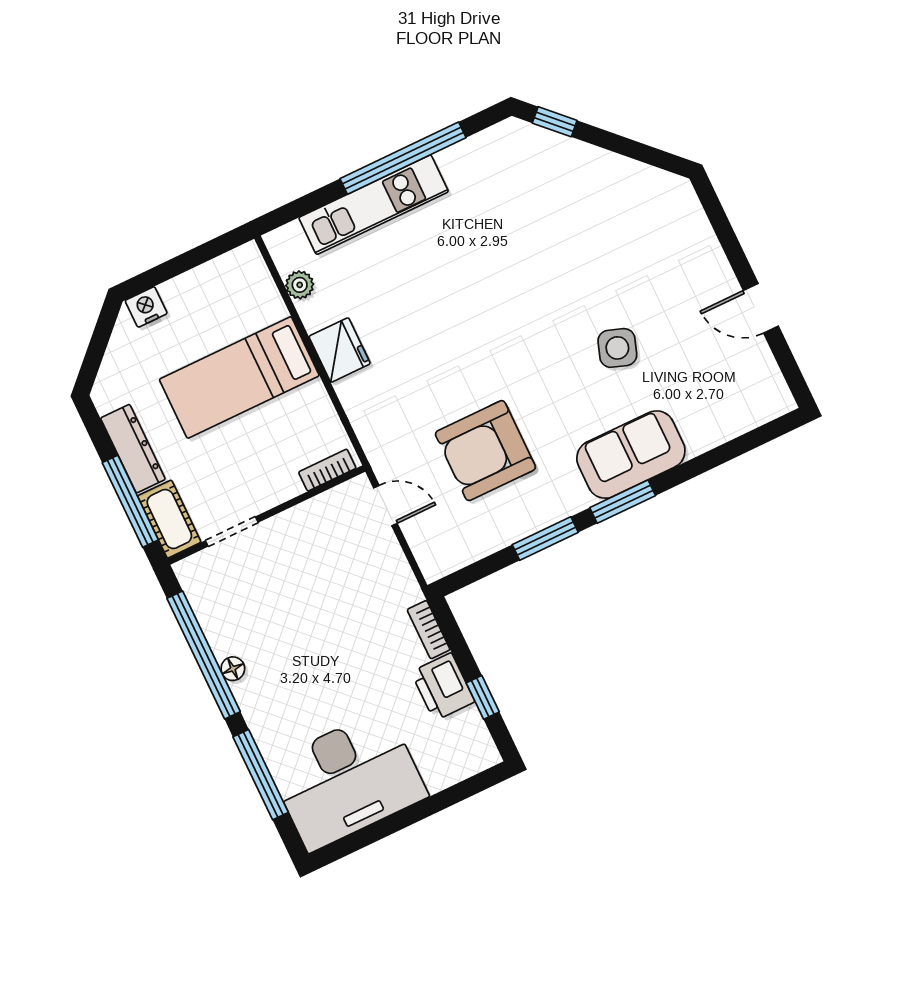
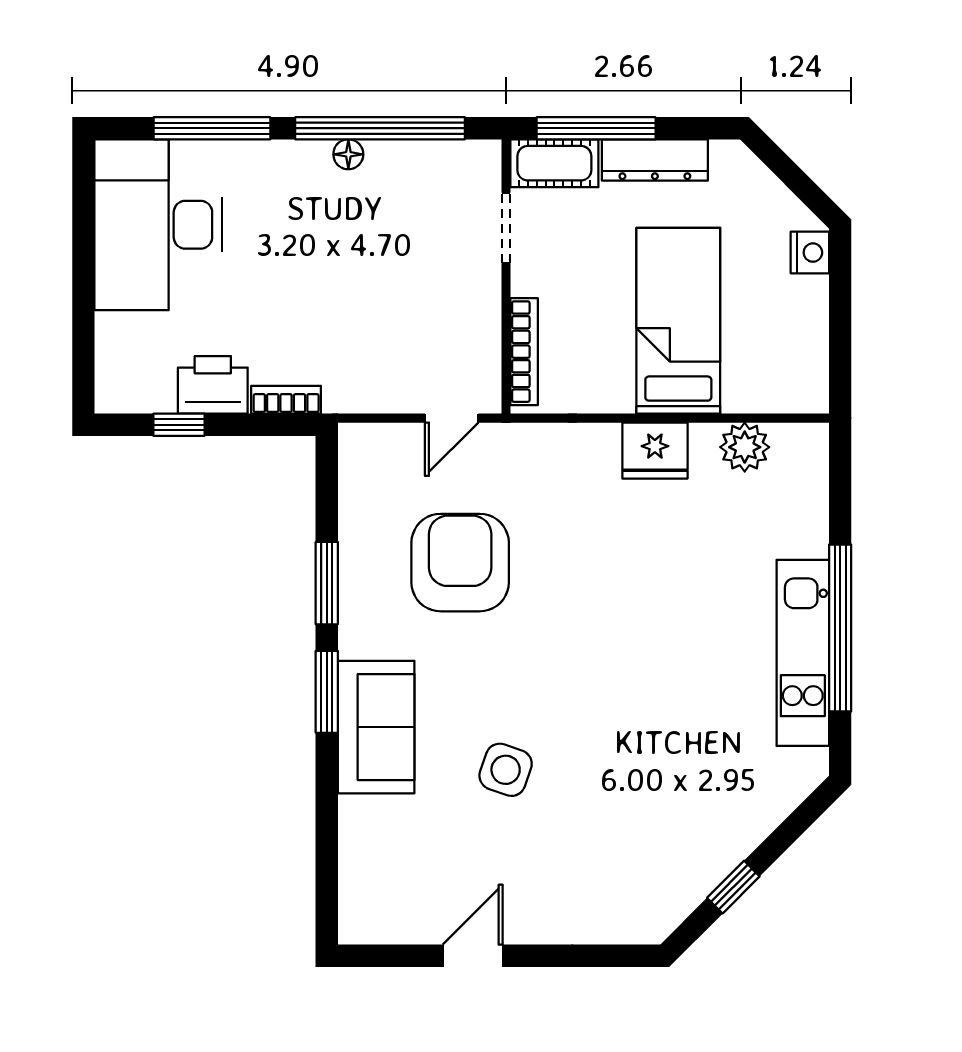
window: (555, 122) -> (733, 887), moved
kitchen unit: (374, 205) -> (803, 653), moved
plant: (300, 285) -> (745, 447), width x1.38, depth x1.38
bookcase: (327, 470) -> (524, 352), width x1.56

